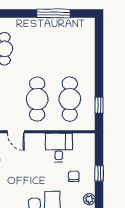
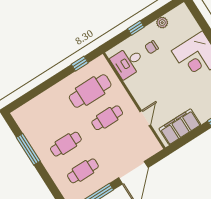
cafe table: (37, 49) -> (66, 144), added
cafe table: (37, 99) -> (107, 118), width x0.73, depth x0.74
desk: (59, 148) -> (128, 62), moved

